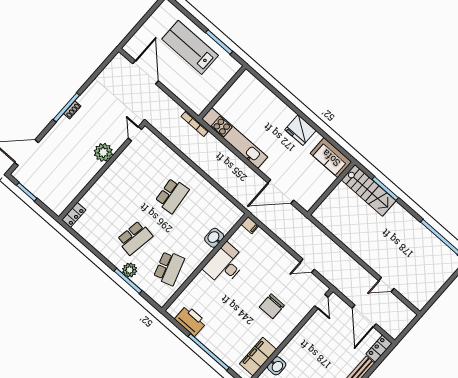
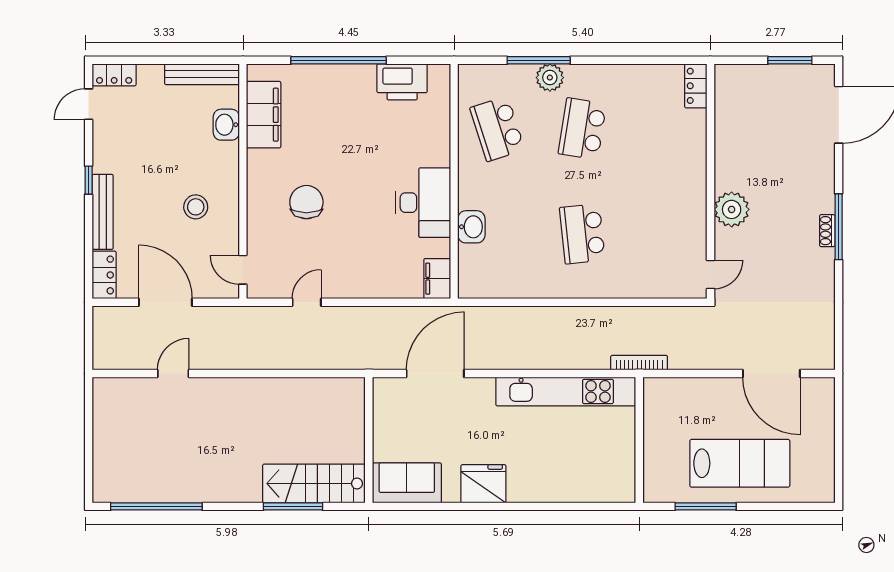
door: (135, 134) -> (710, 274), hinge flipped
filing cabinet: (250, 225) -> (437, 279), width x2.00
stool: (318, 344) -> (196, 207), added

